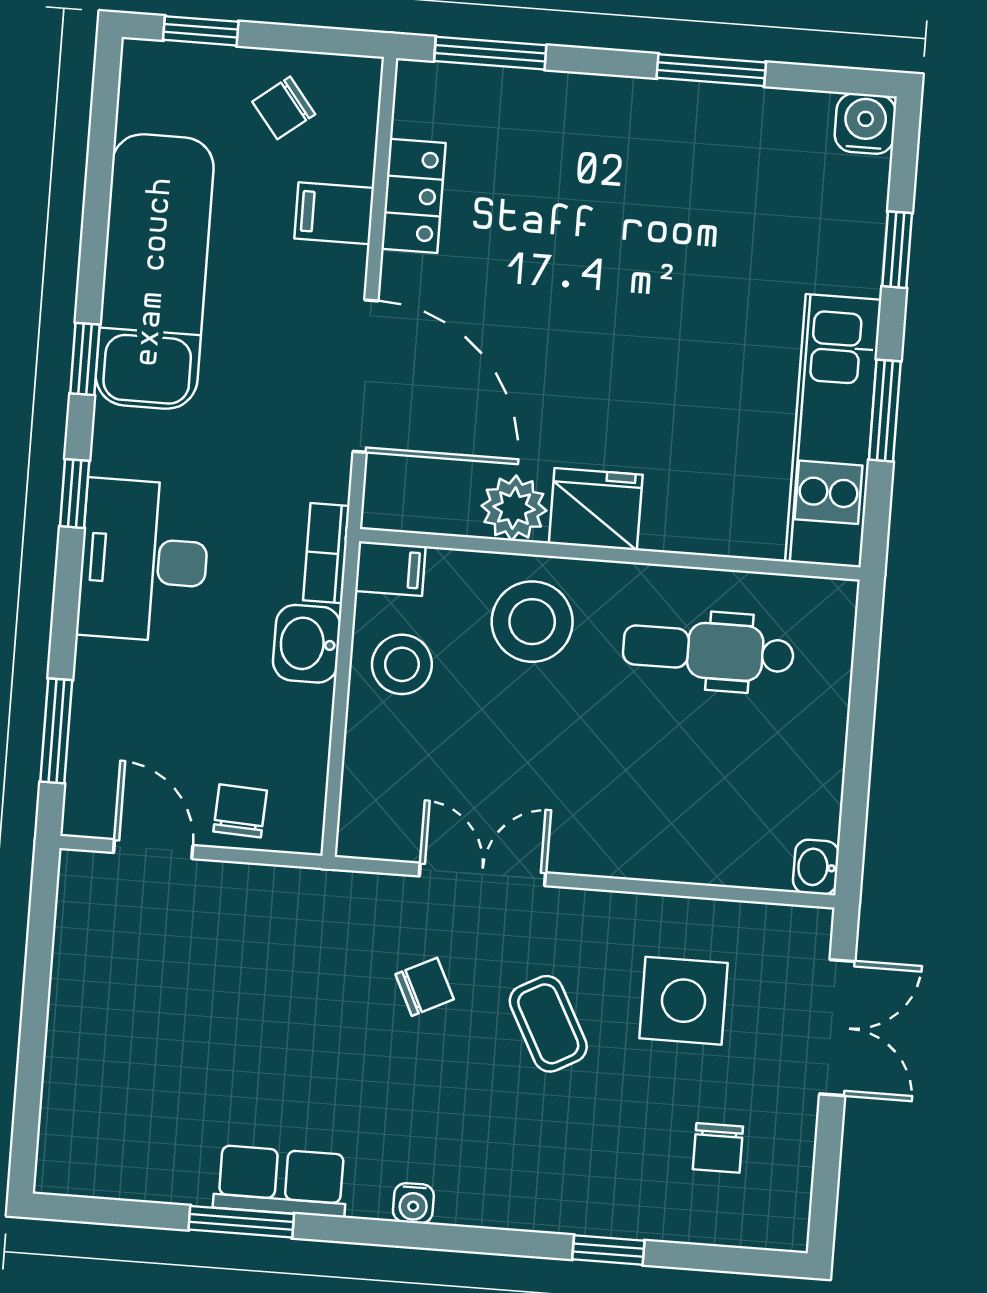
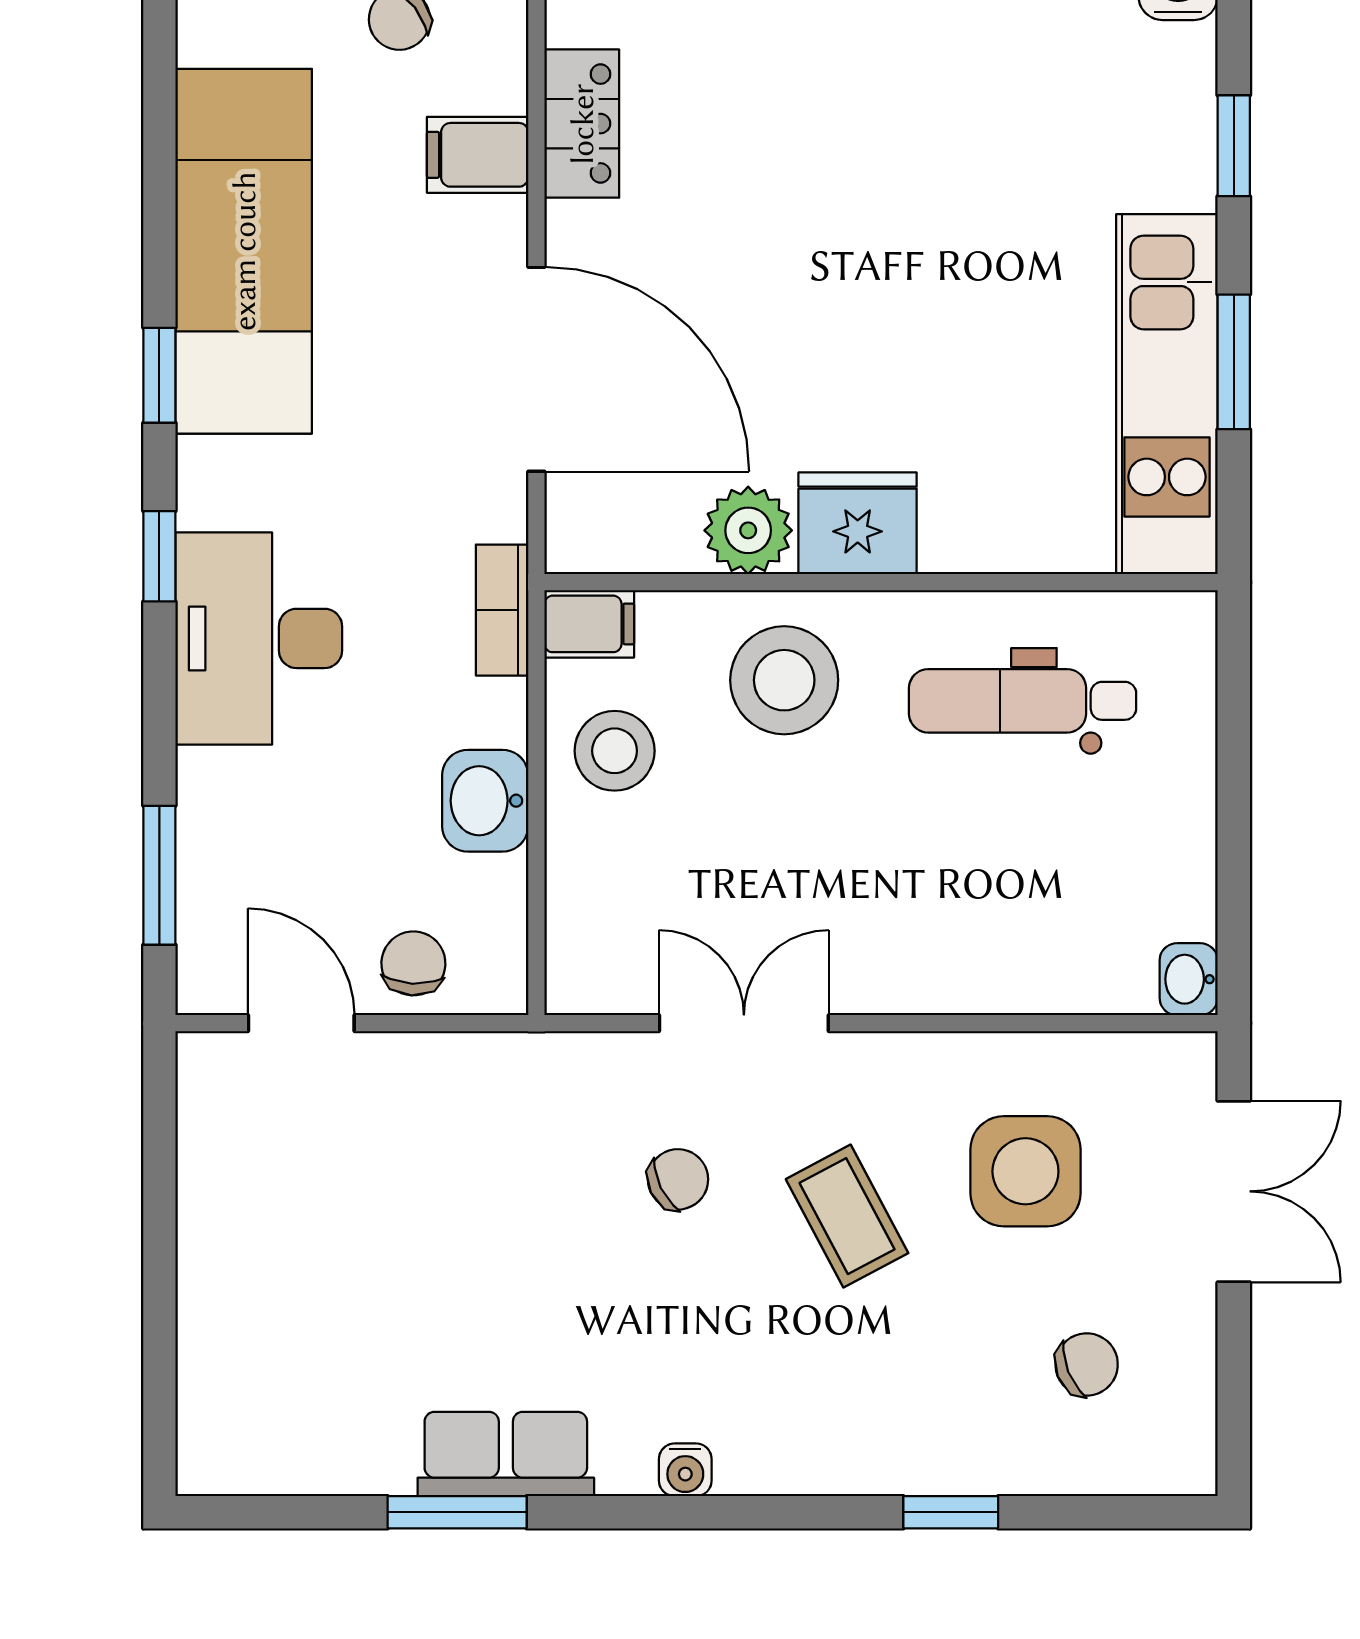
washbasin: (307, 644) -> (485, 801), moved
chair: (718, 1148) -> (1087, 1364), turned -112

